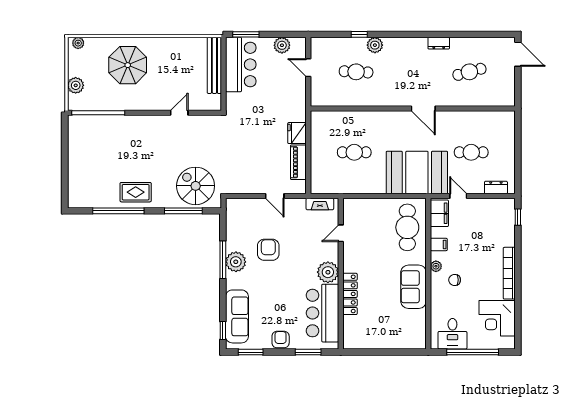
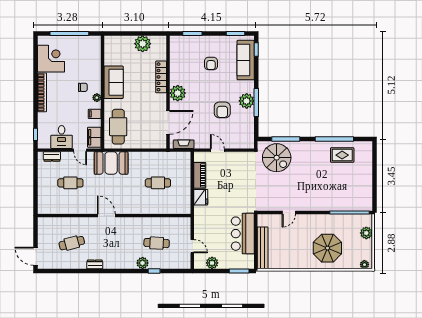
bar counter: (241, 65) -> (243, 234), moved
booth: (417, 172) -> (111, 163), width x0.73, depth x0.70
rug: (136, 192) -> (342, 155), moved
door: (341, 233) -> (168, 122), width x1.87
bar counter: (322, 313) -> (182, 63), removed
desk: (452, 334) -> (62, 137), moved, turned 180
plant: (375, 338) -> (143, 44), added
armchair: (281, 340) -> (211, 64), moved

